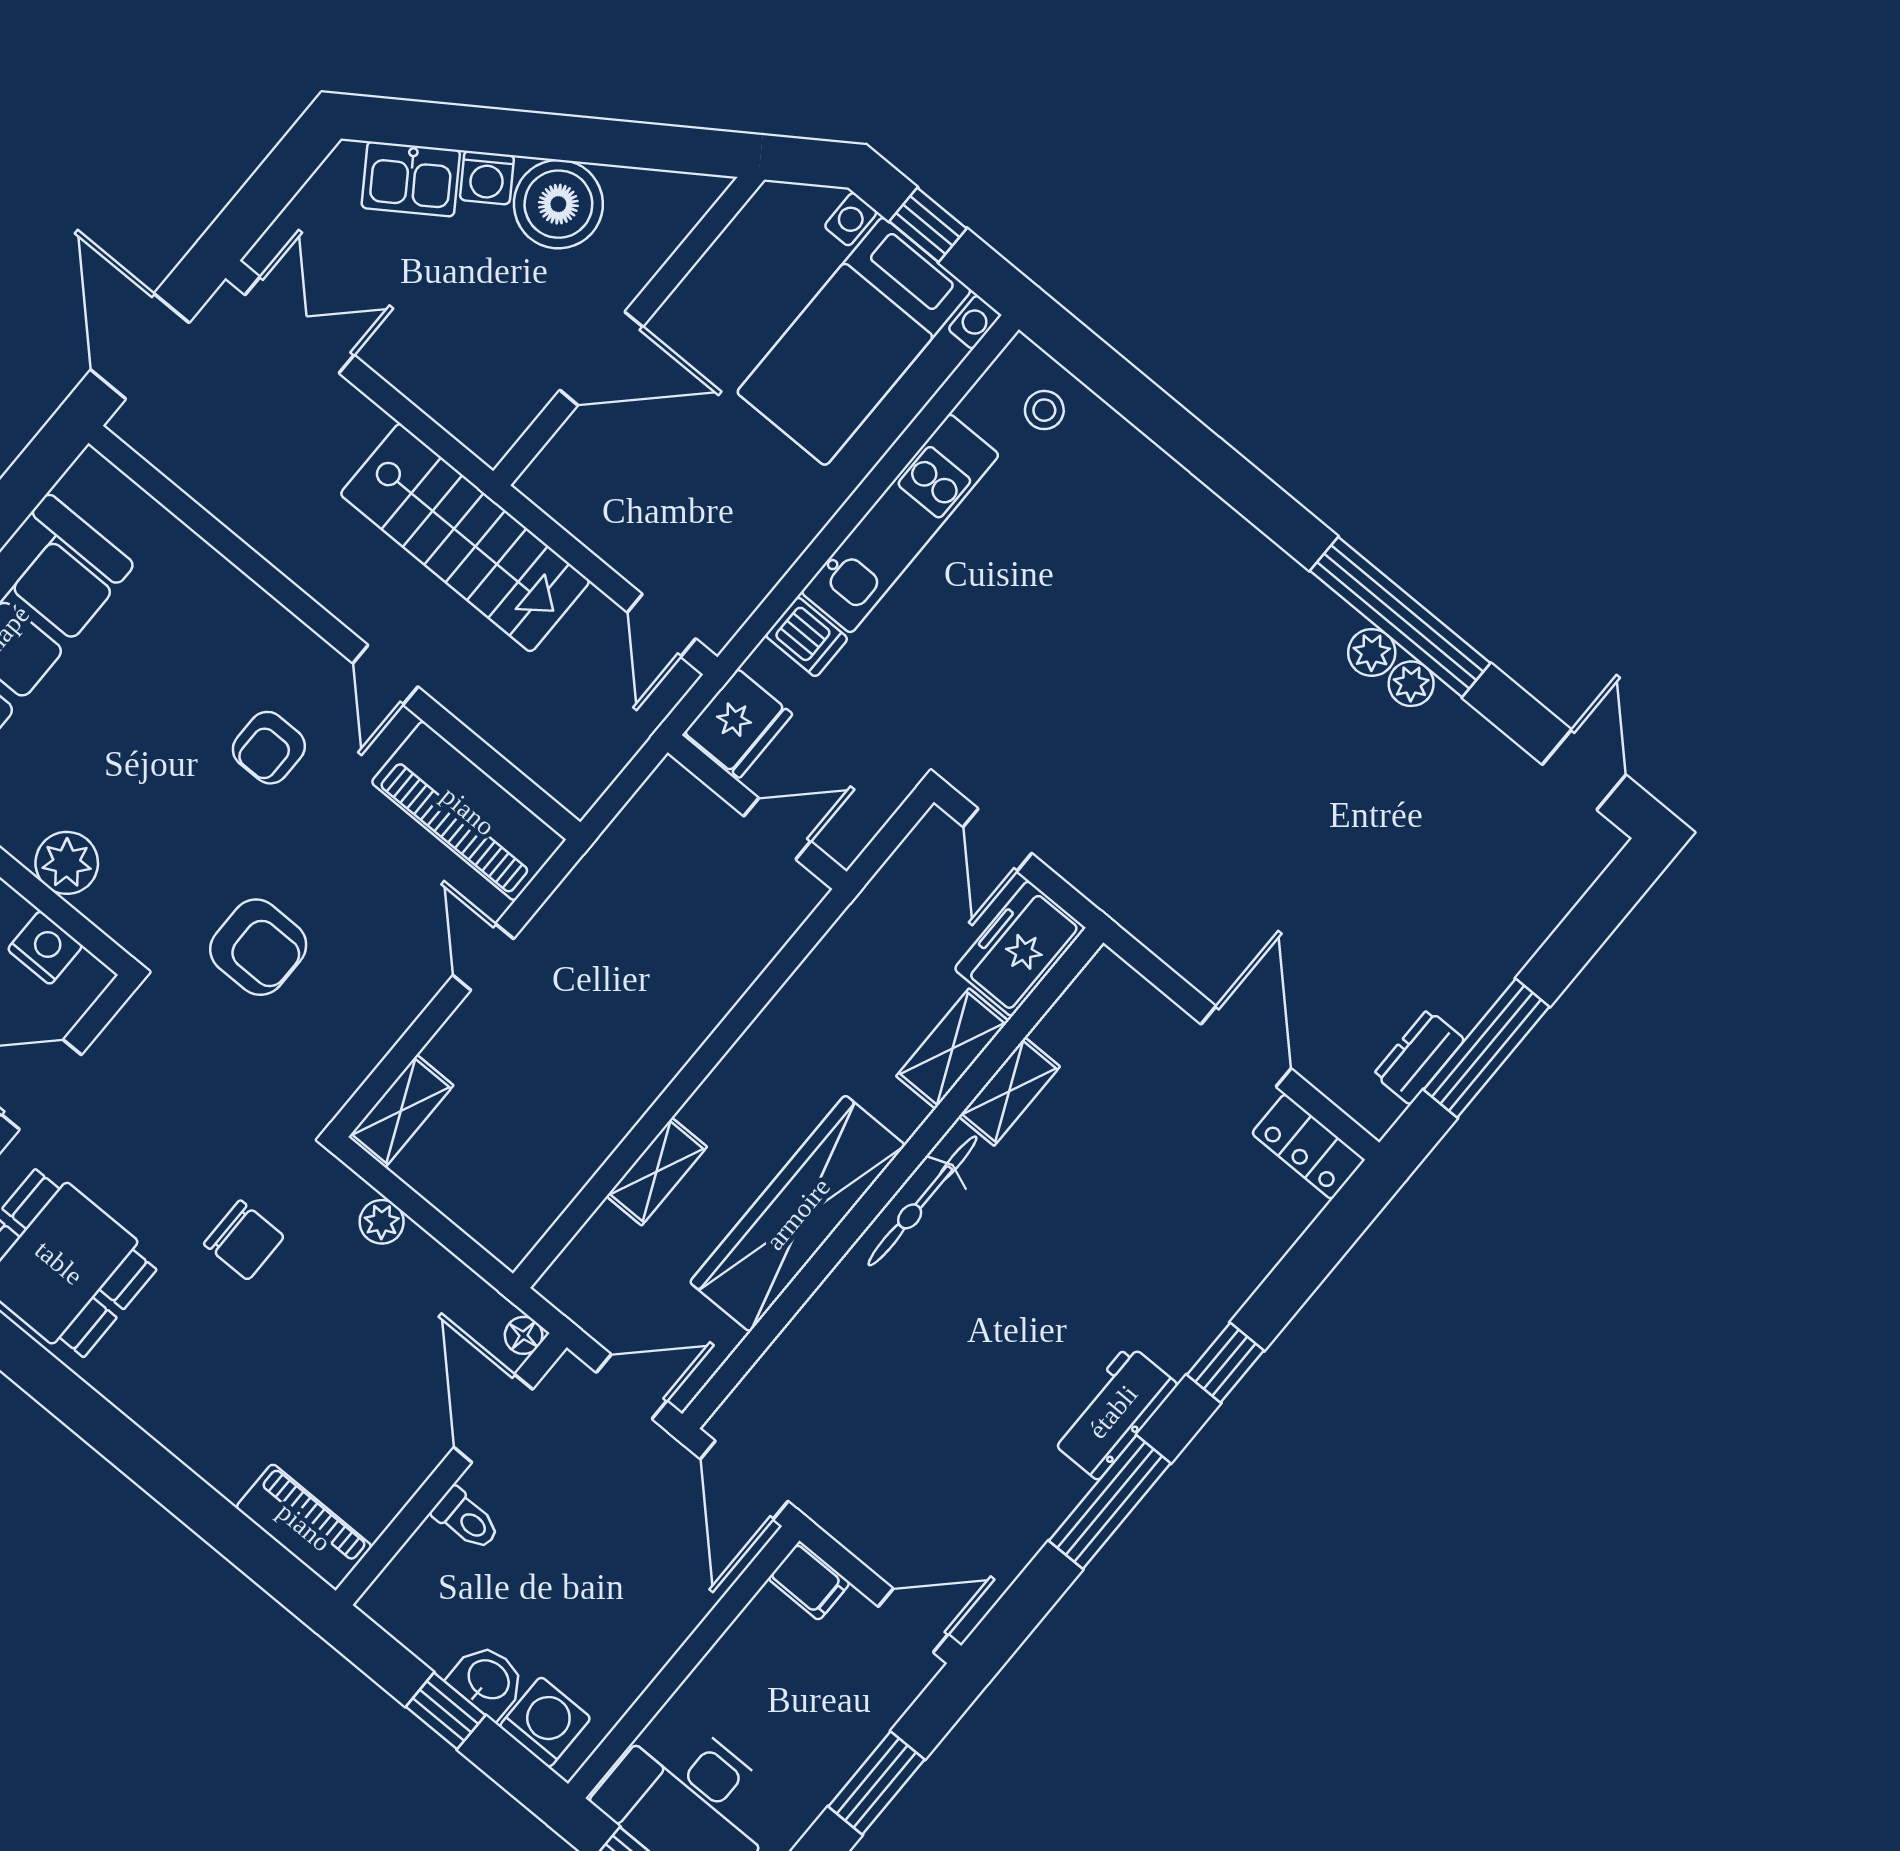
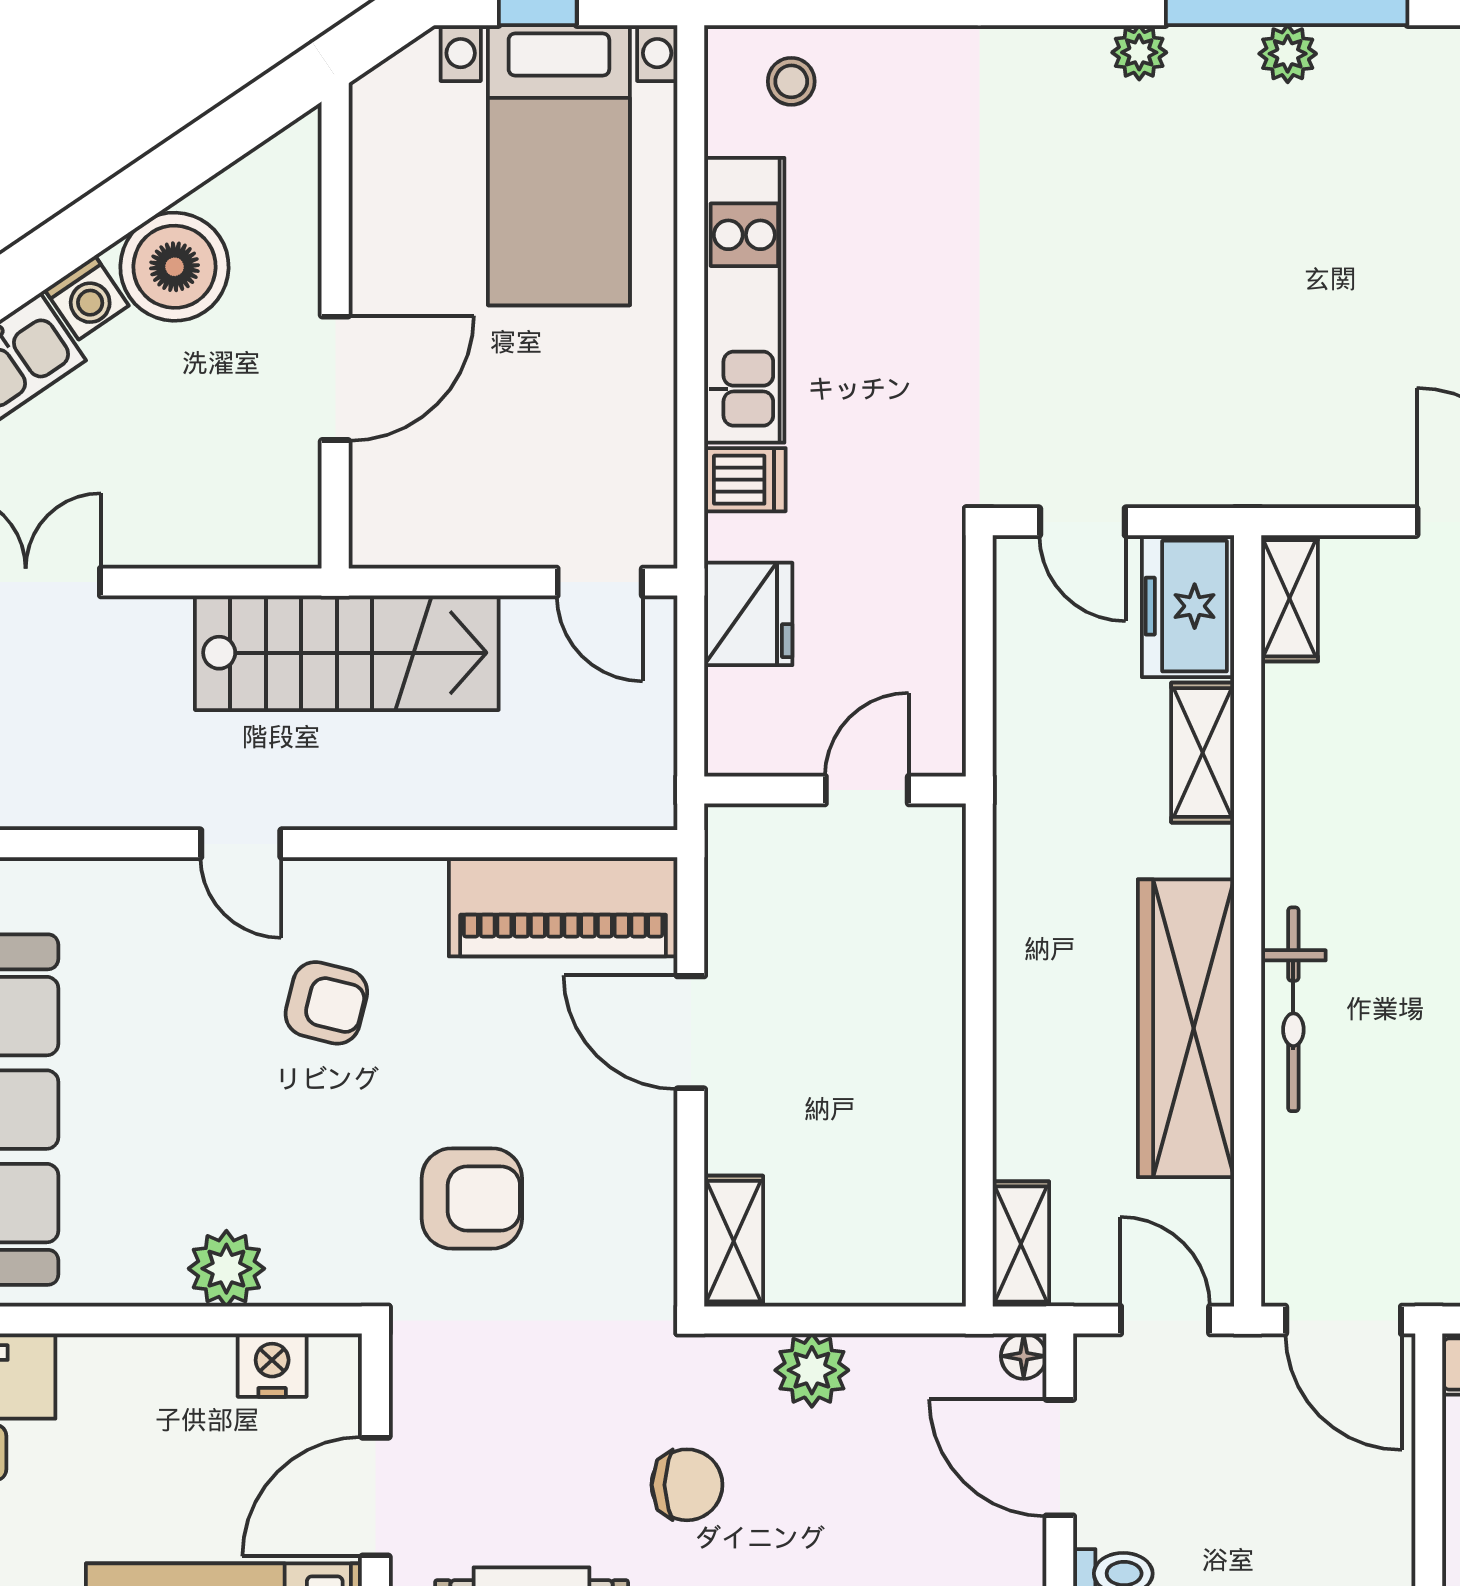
door: (385, 675) -> (241, 844), moved
plant: (1411, 684) -> (1139, 52), moved
armchair: (269, 748) -> (326, 1003), turned -76
wall: (757, 812) -> (835, 790), moved
door: (777, 829) -> (867, 790), moved
door: (483, 957) -> (691, 1032), width x1.38
shelving: (1009, 1091) -> (1290, 598), moved
shelving: (657, 1172) -> (1021, 1244), moved
bicycle: (922, 1201) -> (1293, 1009), moved
plant: (382, 1222) -> (812, 1370), width x1.38, depth x1.38
door: (632, 1387) -> (1165, 1320), hinge flipped

